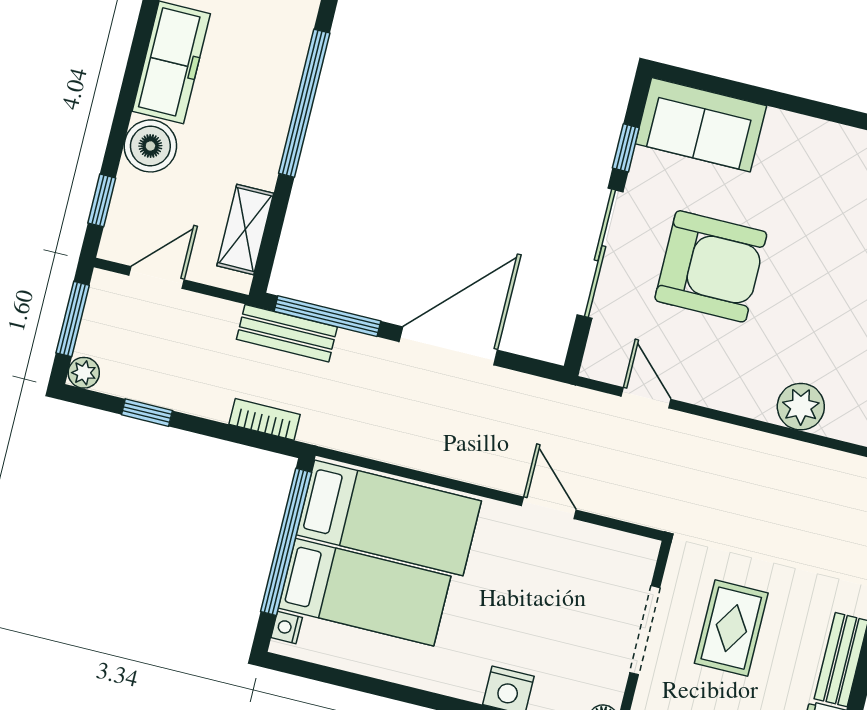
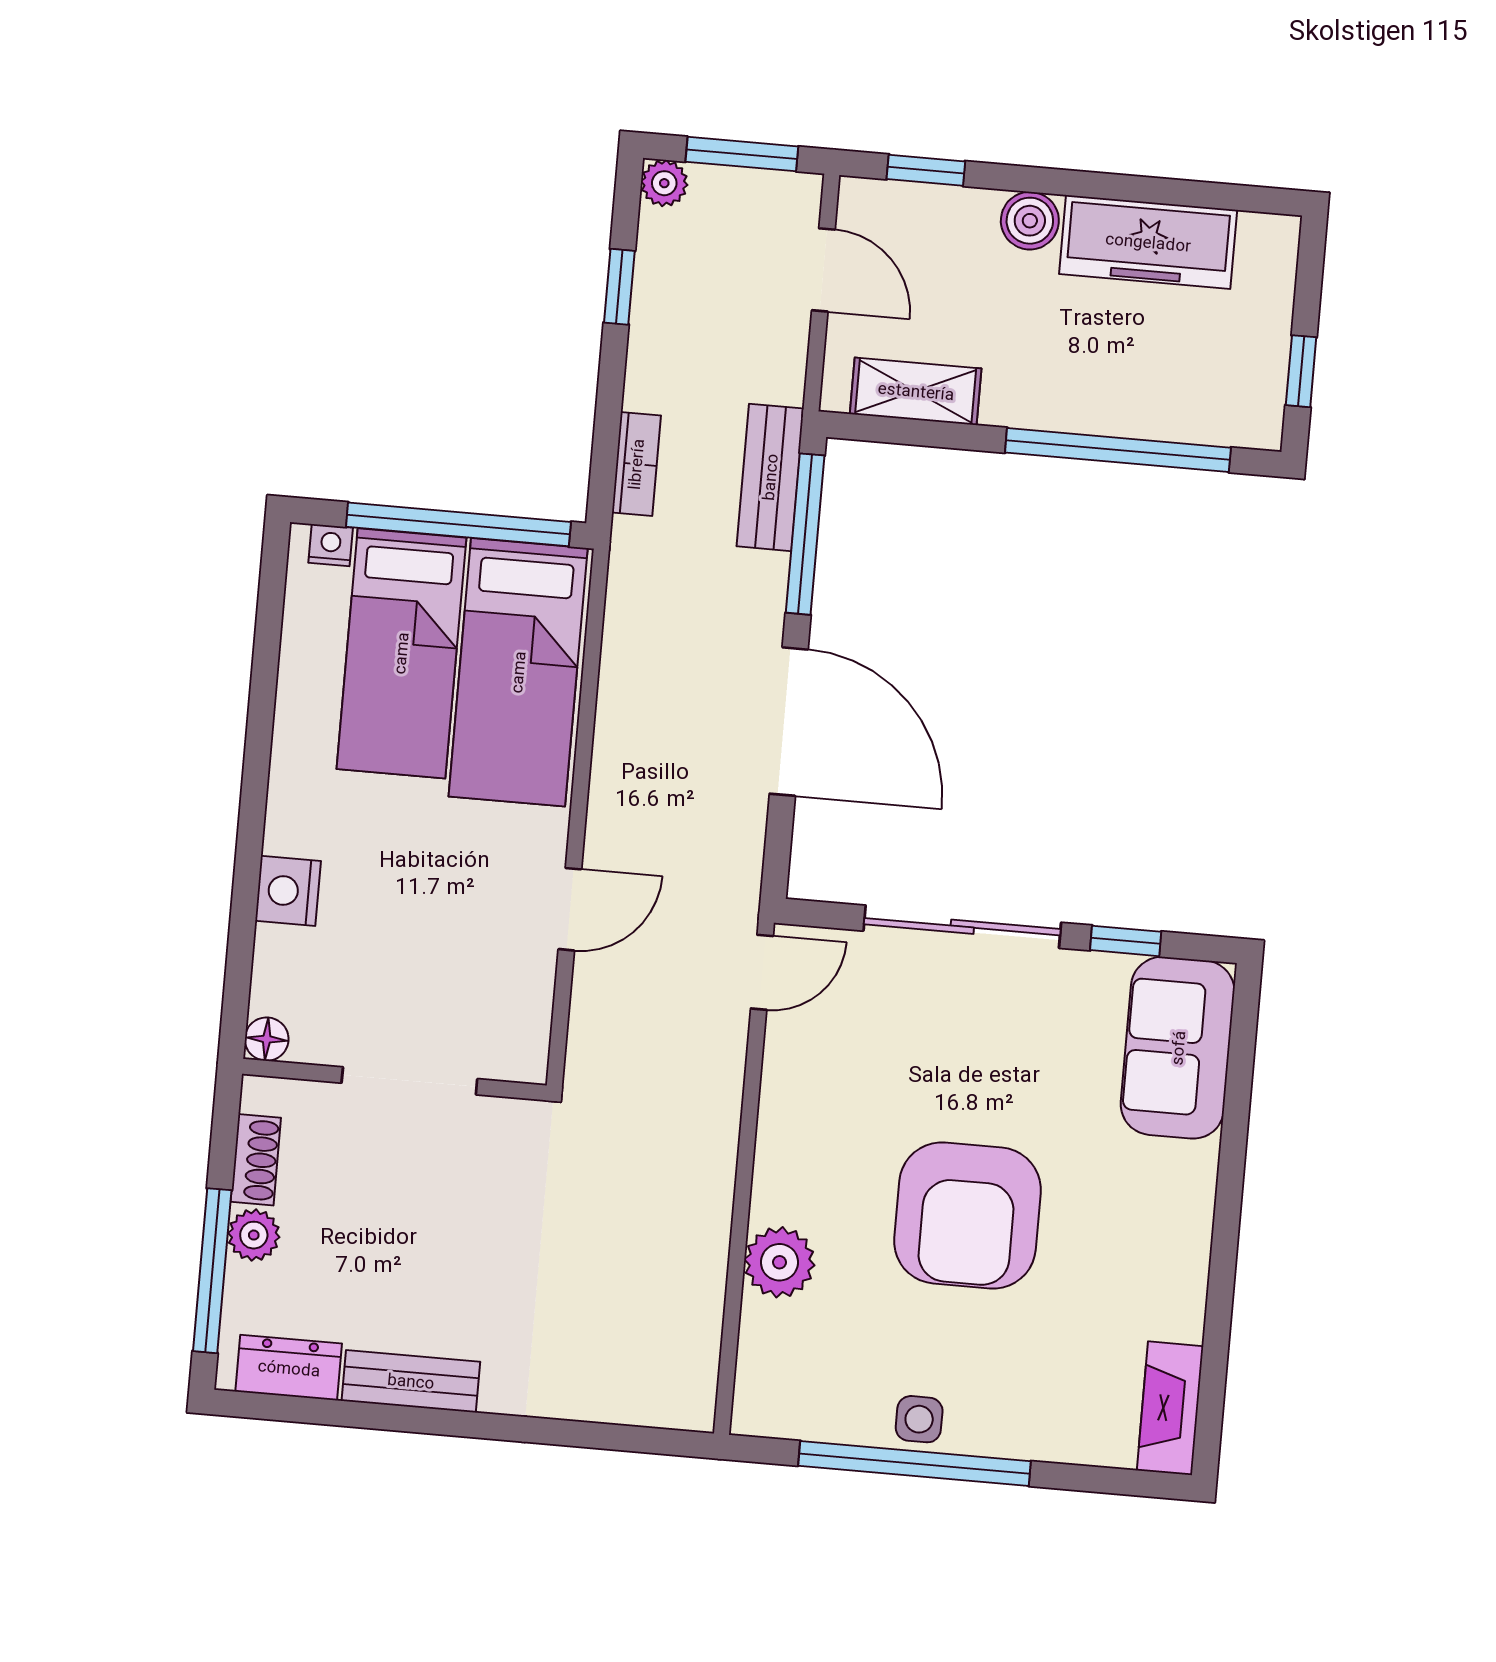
boiler: (150, 146) -> (1030, 221), width x0.73, depth x0.73
armchair: (711, 266) -> (967, 1215), moved
door: (646, 398) -> (762, 972), moved
rug: (731, 628) -> (433, 1210), removed

